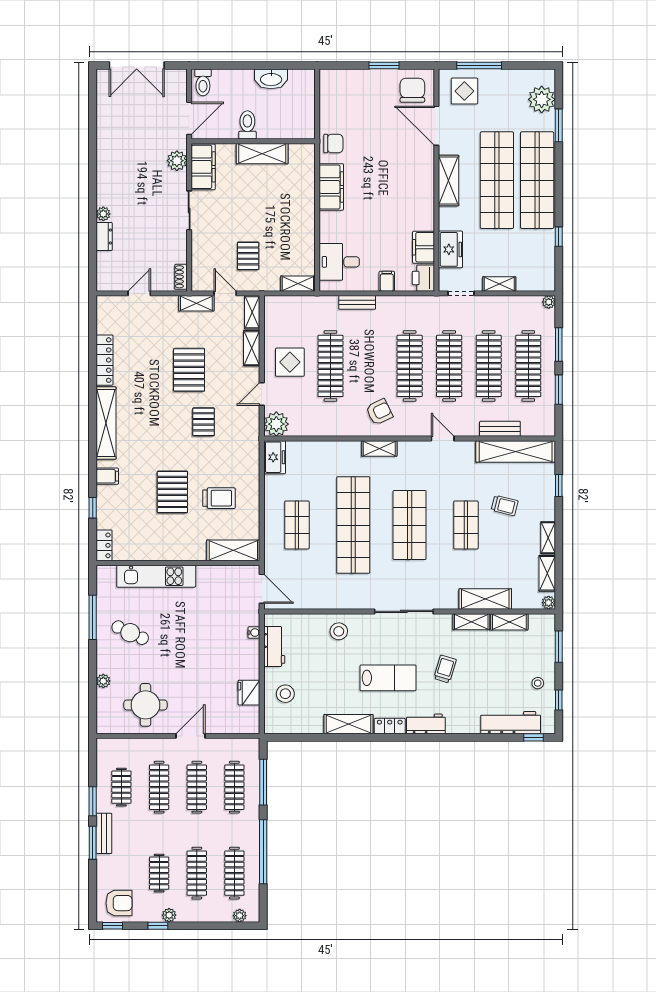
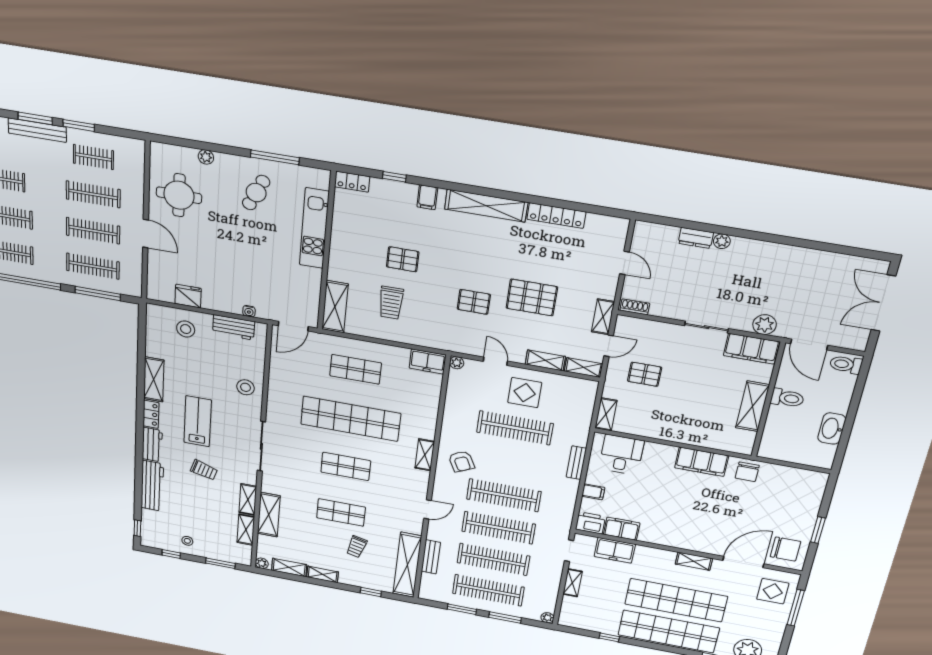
shelving: (449, 181) -> (694, 561), width x0.67, depth x0.75
plant: (276, 424) -> (457, 363), width x0.53, depth x0.53
pallet: (172, 492) -> (403, 259), width x0.67, depth x0.71
shop shelf: (410, 525) -> (346, 466), width x0.70, depth x0.74
lab bench: (388, 678) -> (198, 421), turned 180
workbench: (511, 723) -> (152, 486), moved
bench: (104, 833) -> (37, 130), width x1.36

